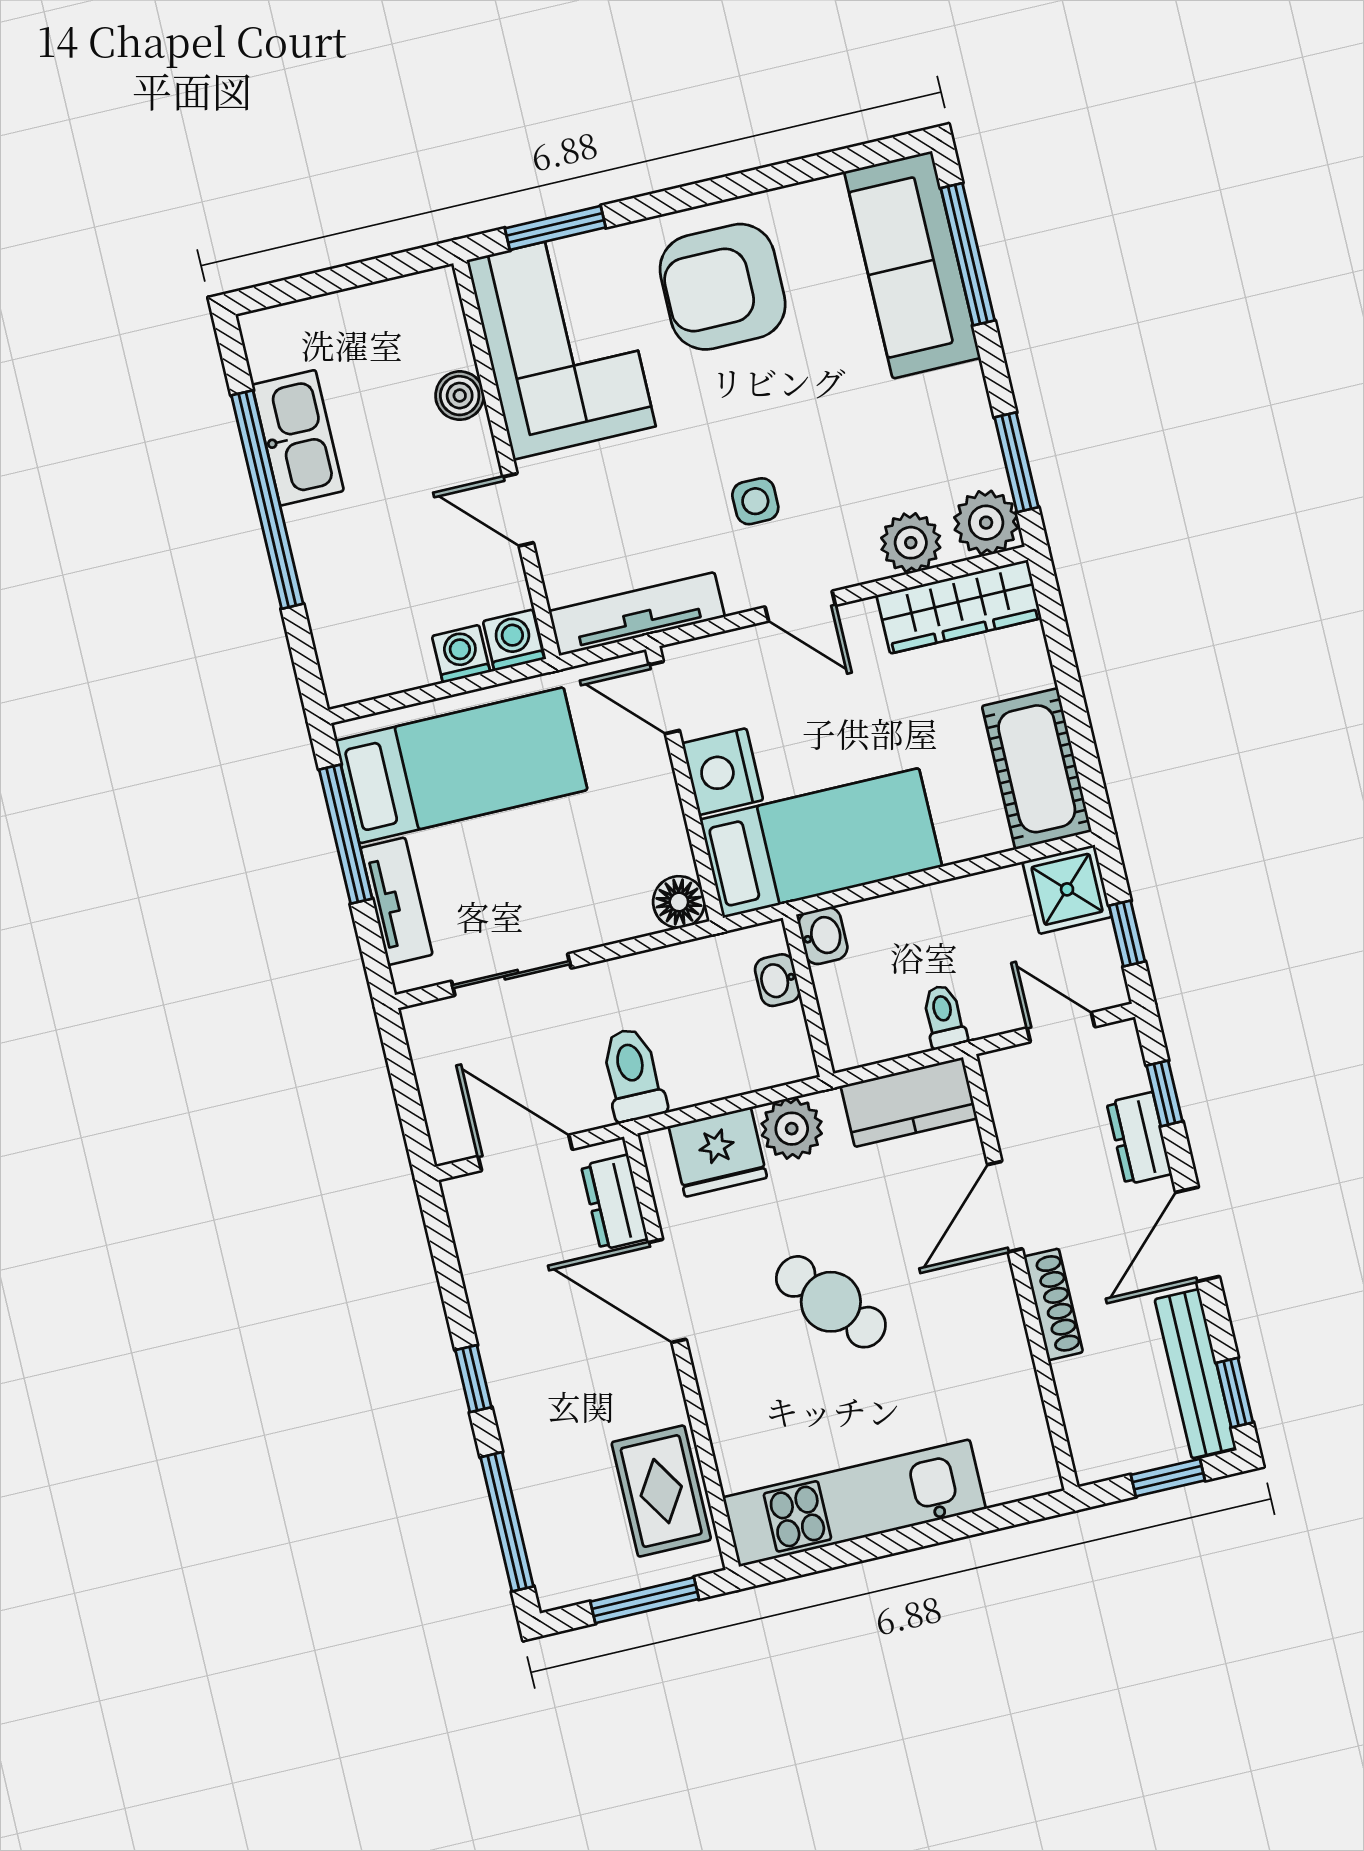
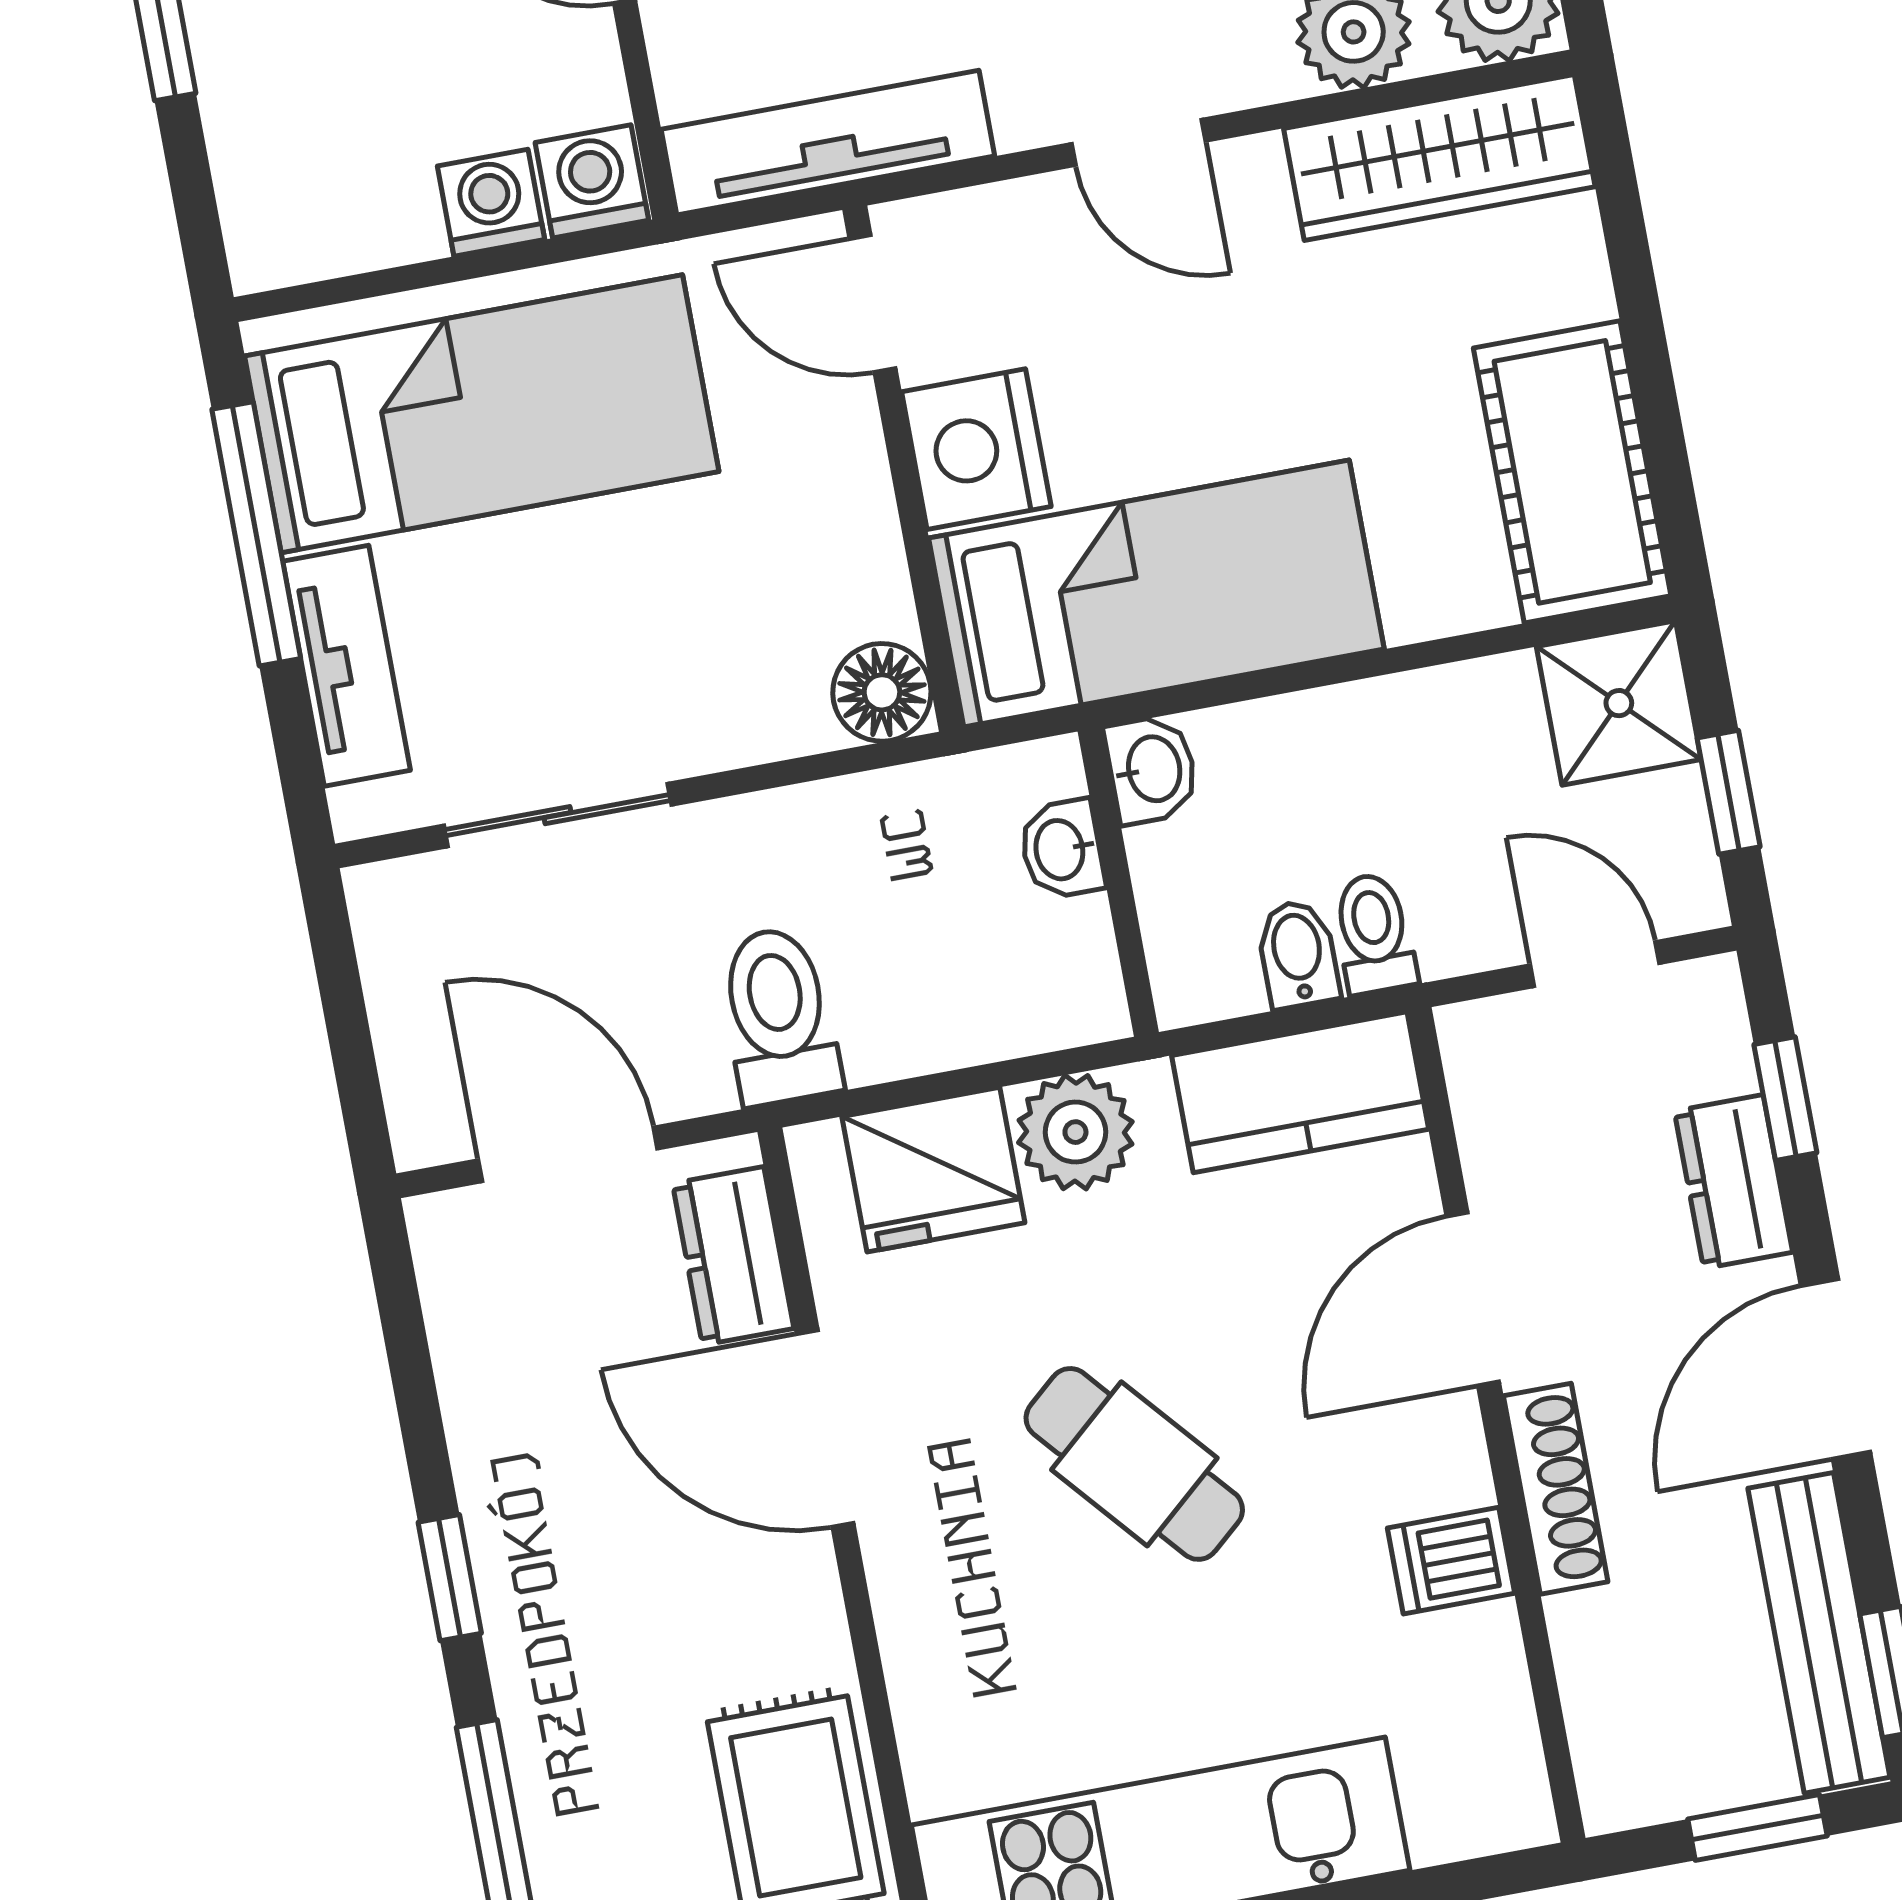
bidet: (904, 1029) -> (1298, 954), added
dishwasher: (1000, 1345) -> (1451, 1561), added

